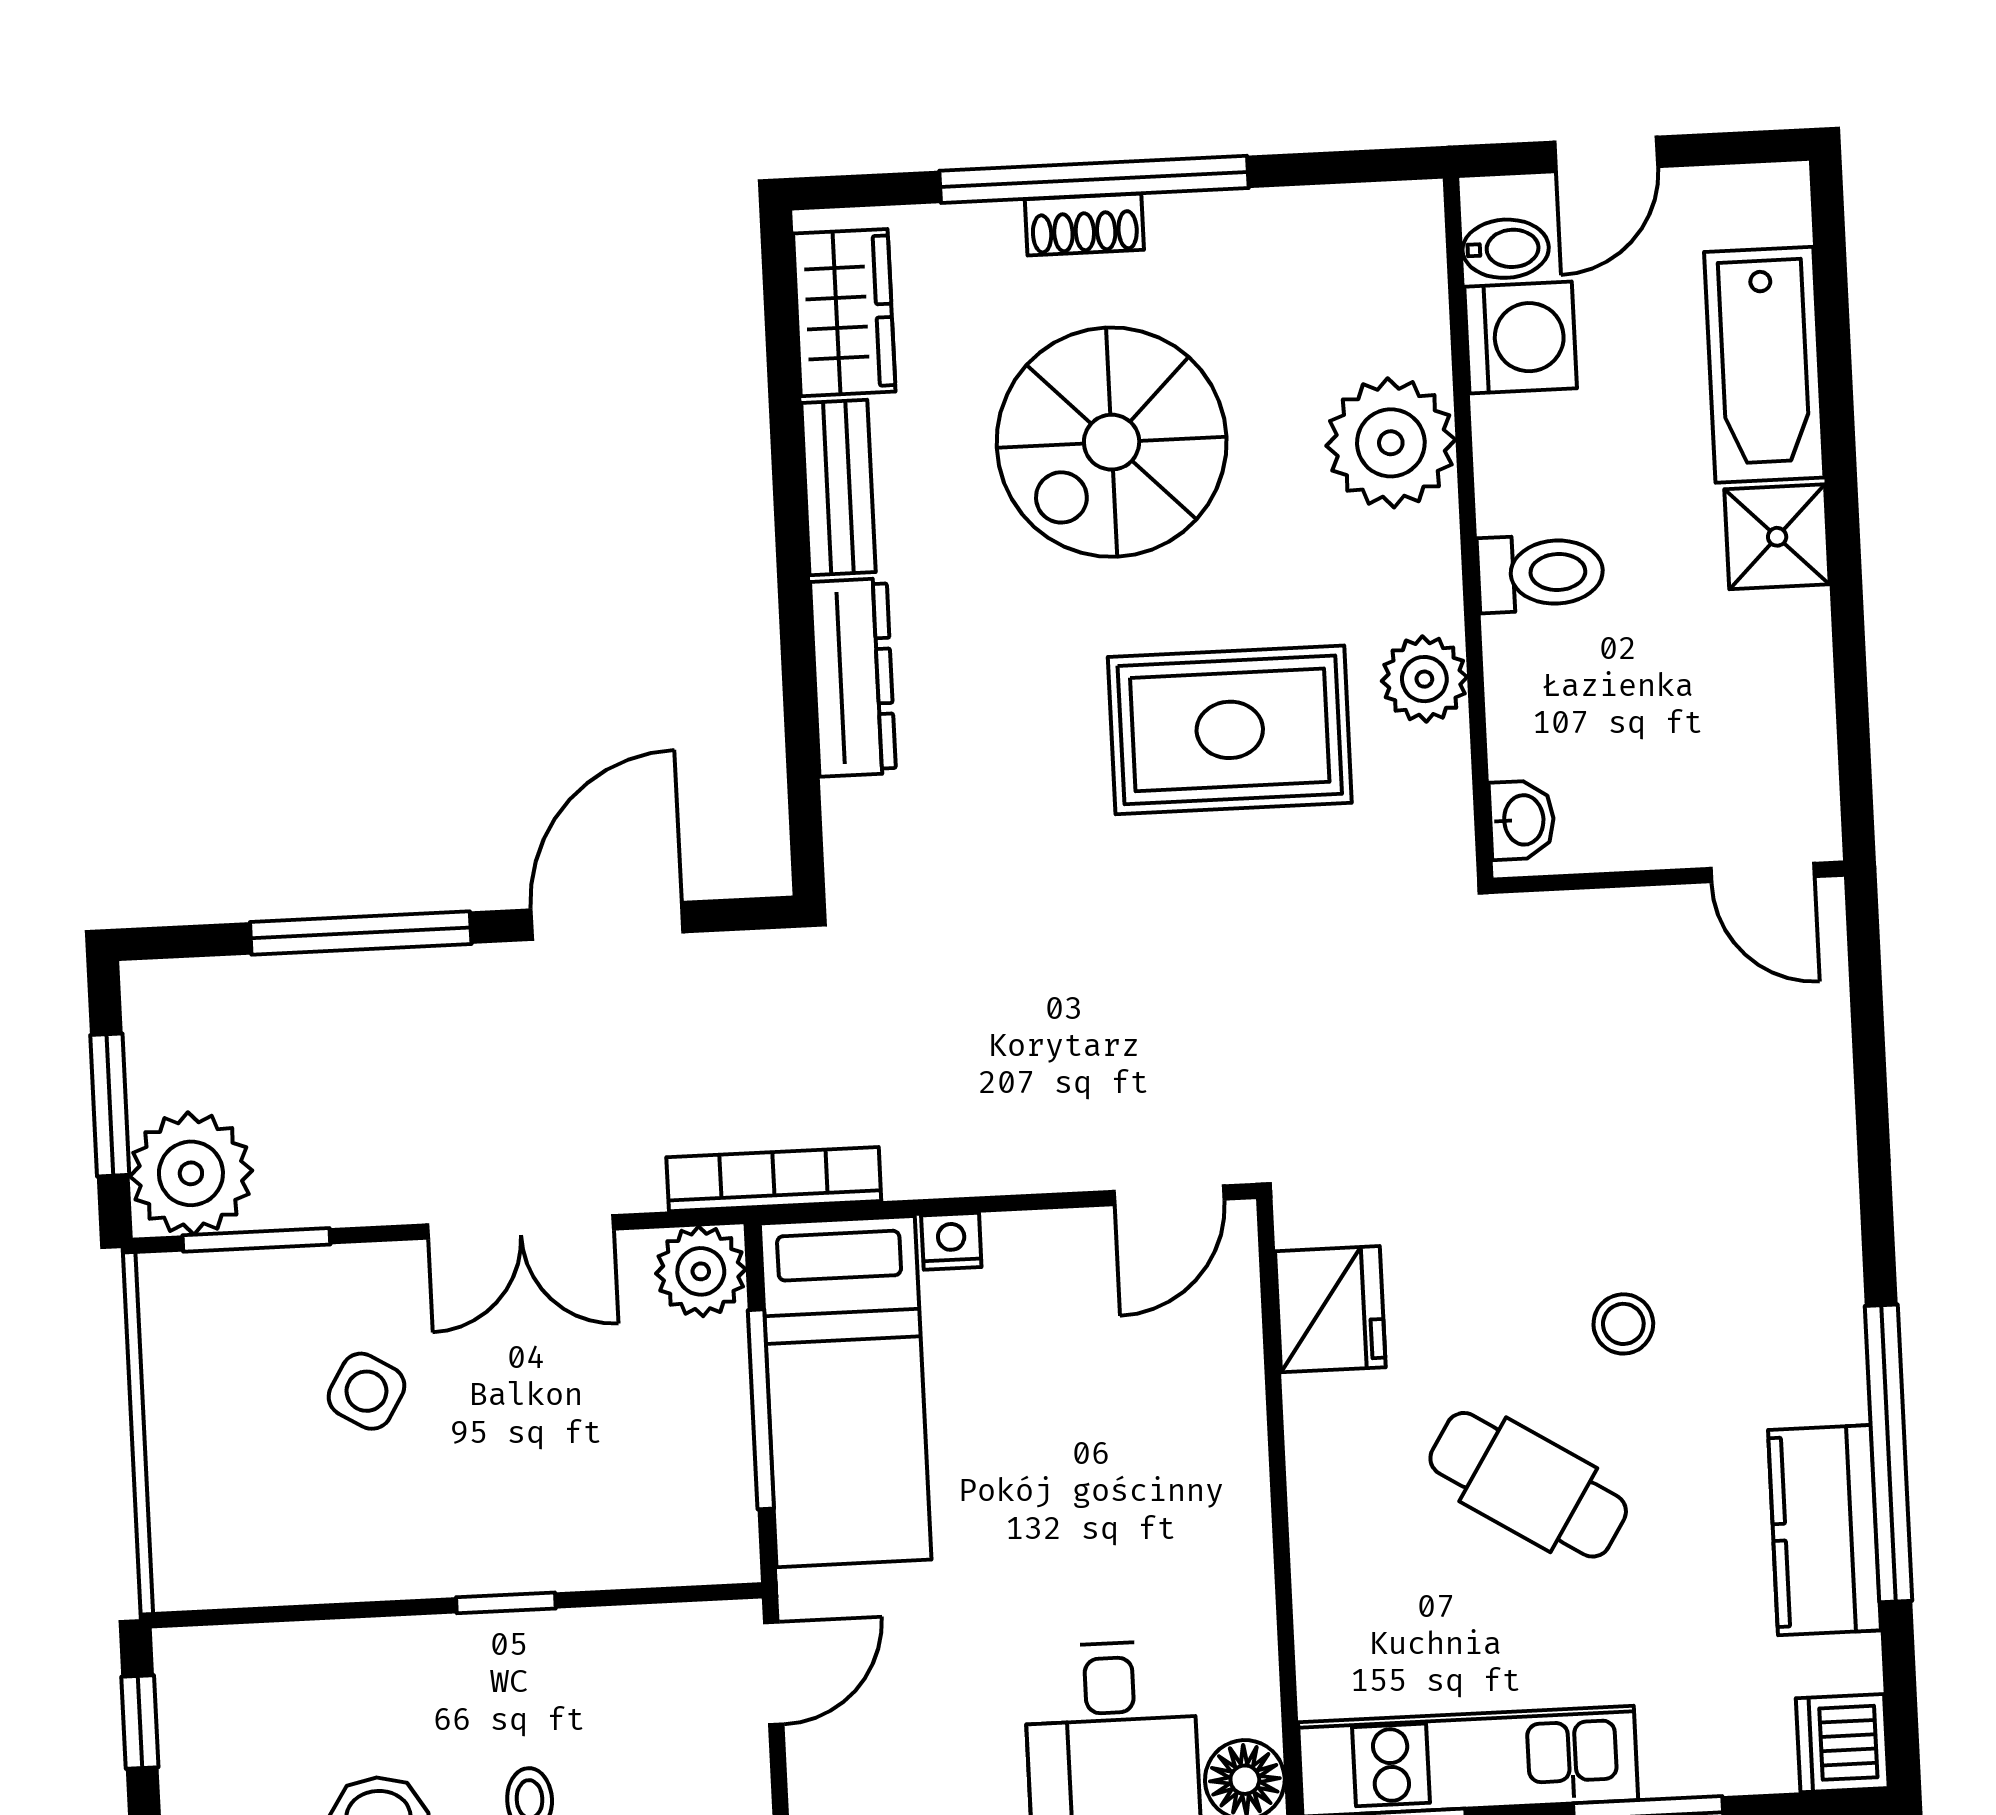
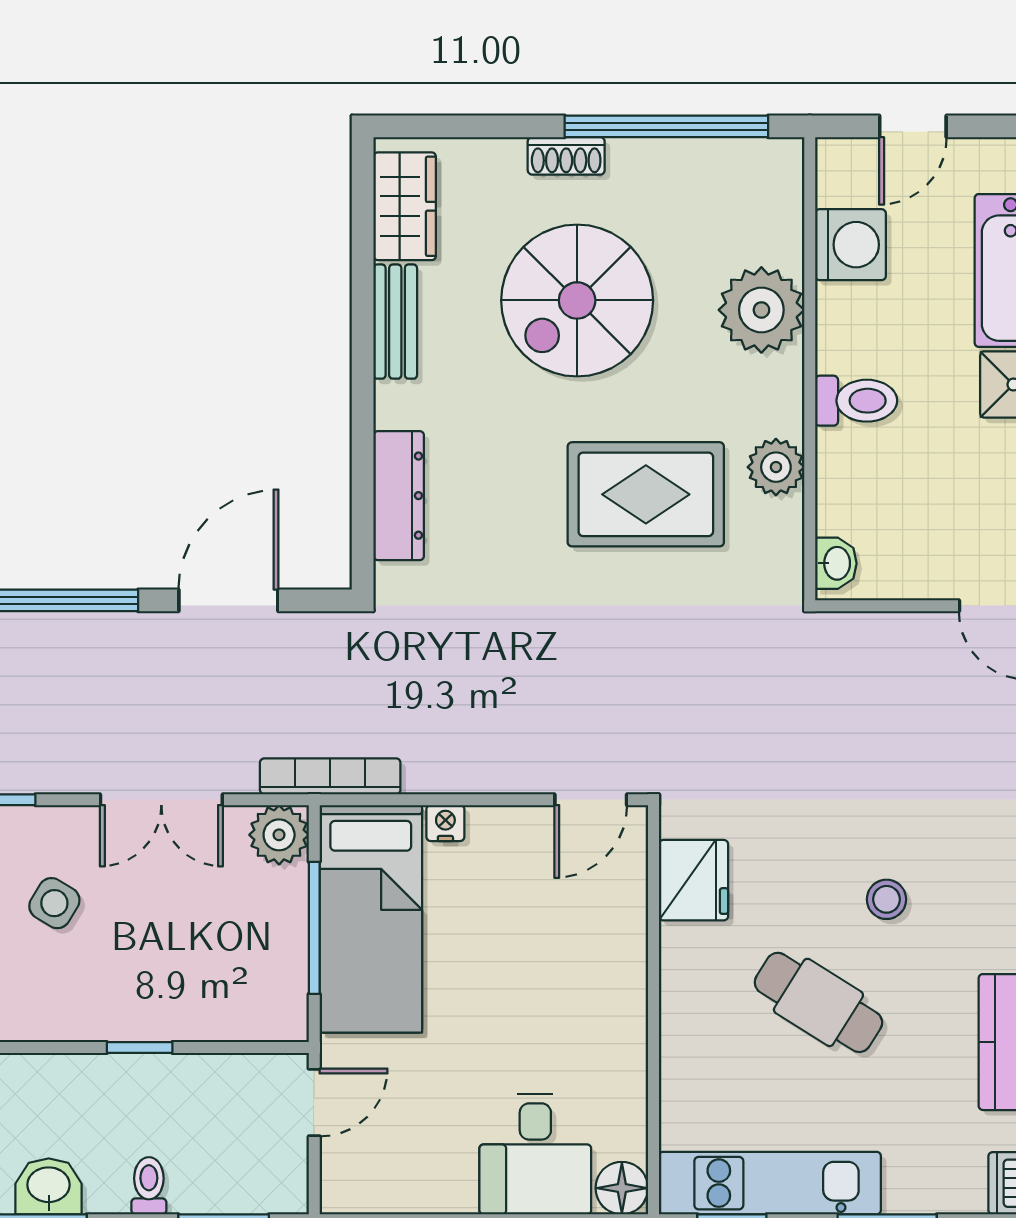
window: (1094, 179) -> (666, 126), moved
bidet: (1506, 249) -> (844, 186), removed
dresser: (853, 677) -> (399, 496), moved

